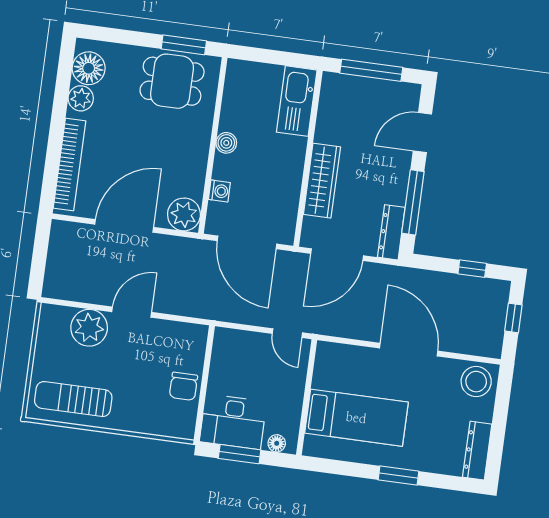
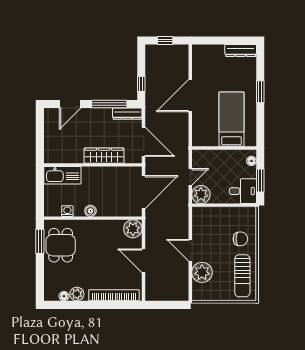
floor lamp: (89, 68) -> (64, 296), width x0.53, depth x0.53
window: (371, 70) -> (40, 137), removed
door: (422, 133) -> (70, 104), hinge flipped
washing machine: (219, 191) -> (67, 211), moved
door: (124, 226) -> (144, 261), width x0.73
window: (472, 269) -> (141, 84), moved
door: (287, 333) -> (190, 177), moved
plant: (229, 345) -> (201, 194), added
stool: (476, 382) -> (203, 56), removed
chair: (183, 386) -> (240, 239), moved
desk: (233, 422) -> (243, 191), width x0.73

